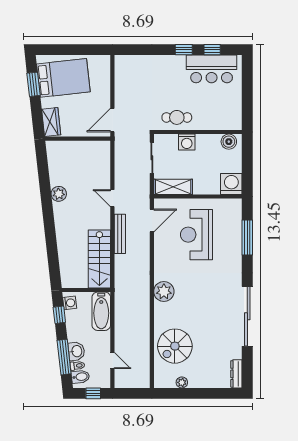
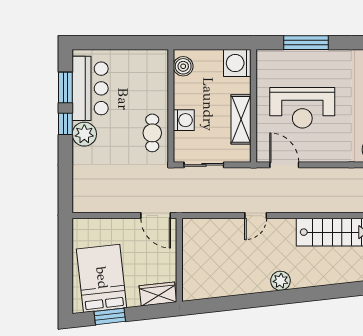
window: (212, 50) -> (65, 88), width x1.50
plant: (176, 64) -> (84, 134), added
shelving: (173, 187) -> (241, 119), moved
plant: (59, 194) -> (280, 281), moved
bench: (120, 234) -> (301, 206), removed

